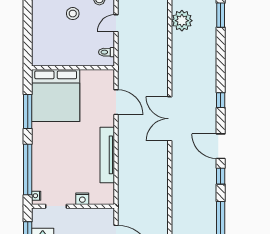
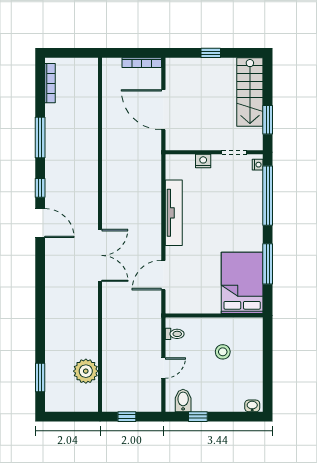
stool: (73, 14) -> (223, 352), moved
bed: (56, 95) -> (242, 283), width x0.73
window: (221, 100) -> (40, 277), removed
door: (116, 102) -> (163, 275), hinge flipped

